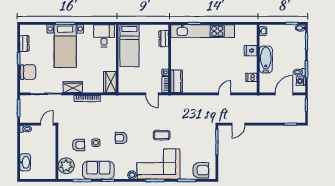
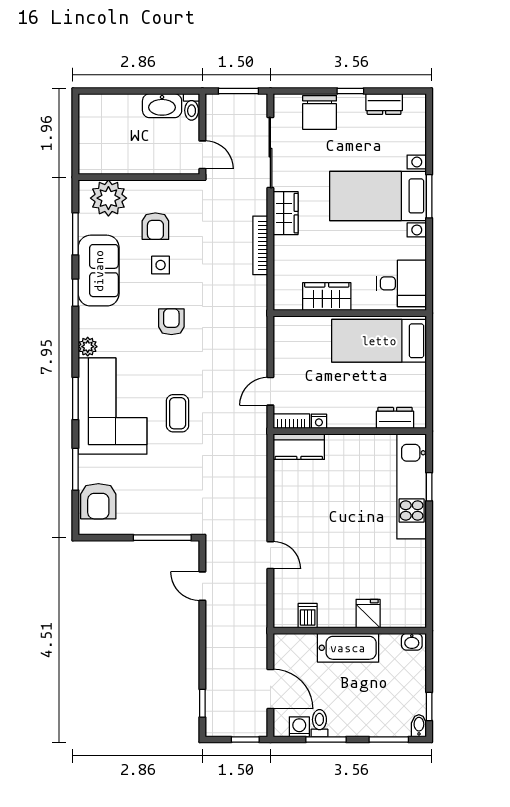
kitchen unit: (203, 31) -> (412, 486), width x0.73
wardrobe: (110, 82) -> (327, 297), moved
washbasin: (25, 162) -> (162, 106), moved

